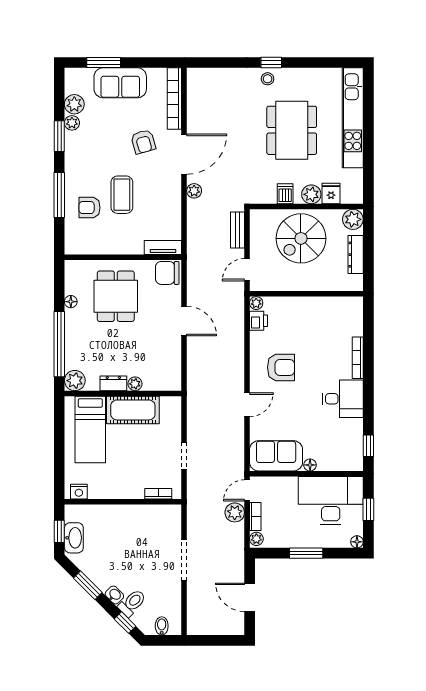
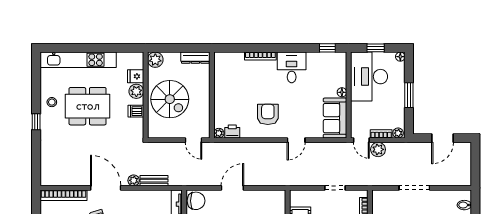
stool: (268, 79) -> (52, 102), moved
bench: (237, 230) -> (154, 181), moved
dresser: (356, 255) -> (195, 58), moved
chair: (167, 273) -> (196, 201), turned -90
door: (247, 405) -> (296, 140), swing flipped

